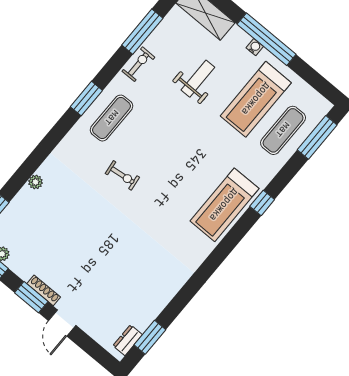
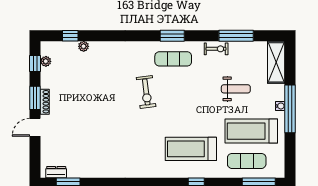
exercise bike: (122, 175) -> (146, 92), width x1.38, depth x1.39
plant: (35, 182) -> (84, 46), moved
treadmill: (224, 205) -> (191, 149), moved

